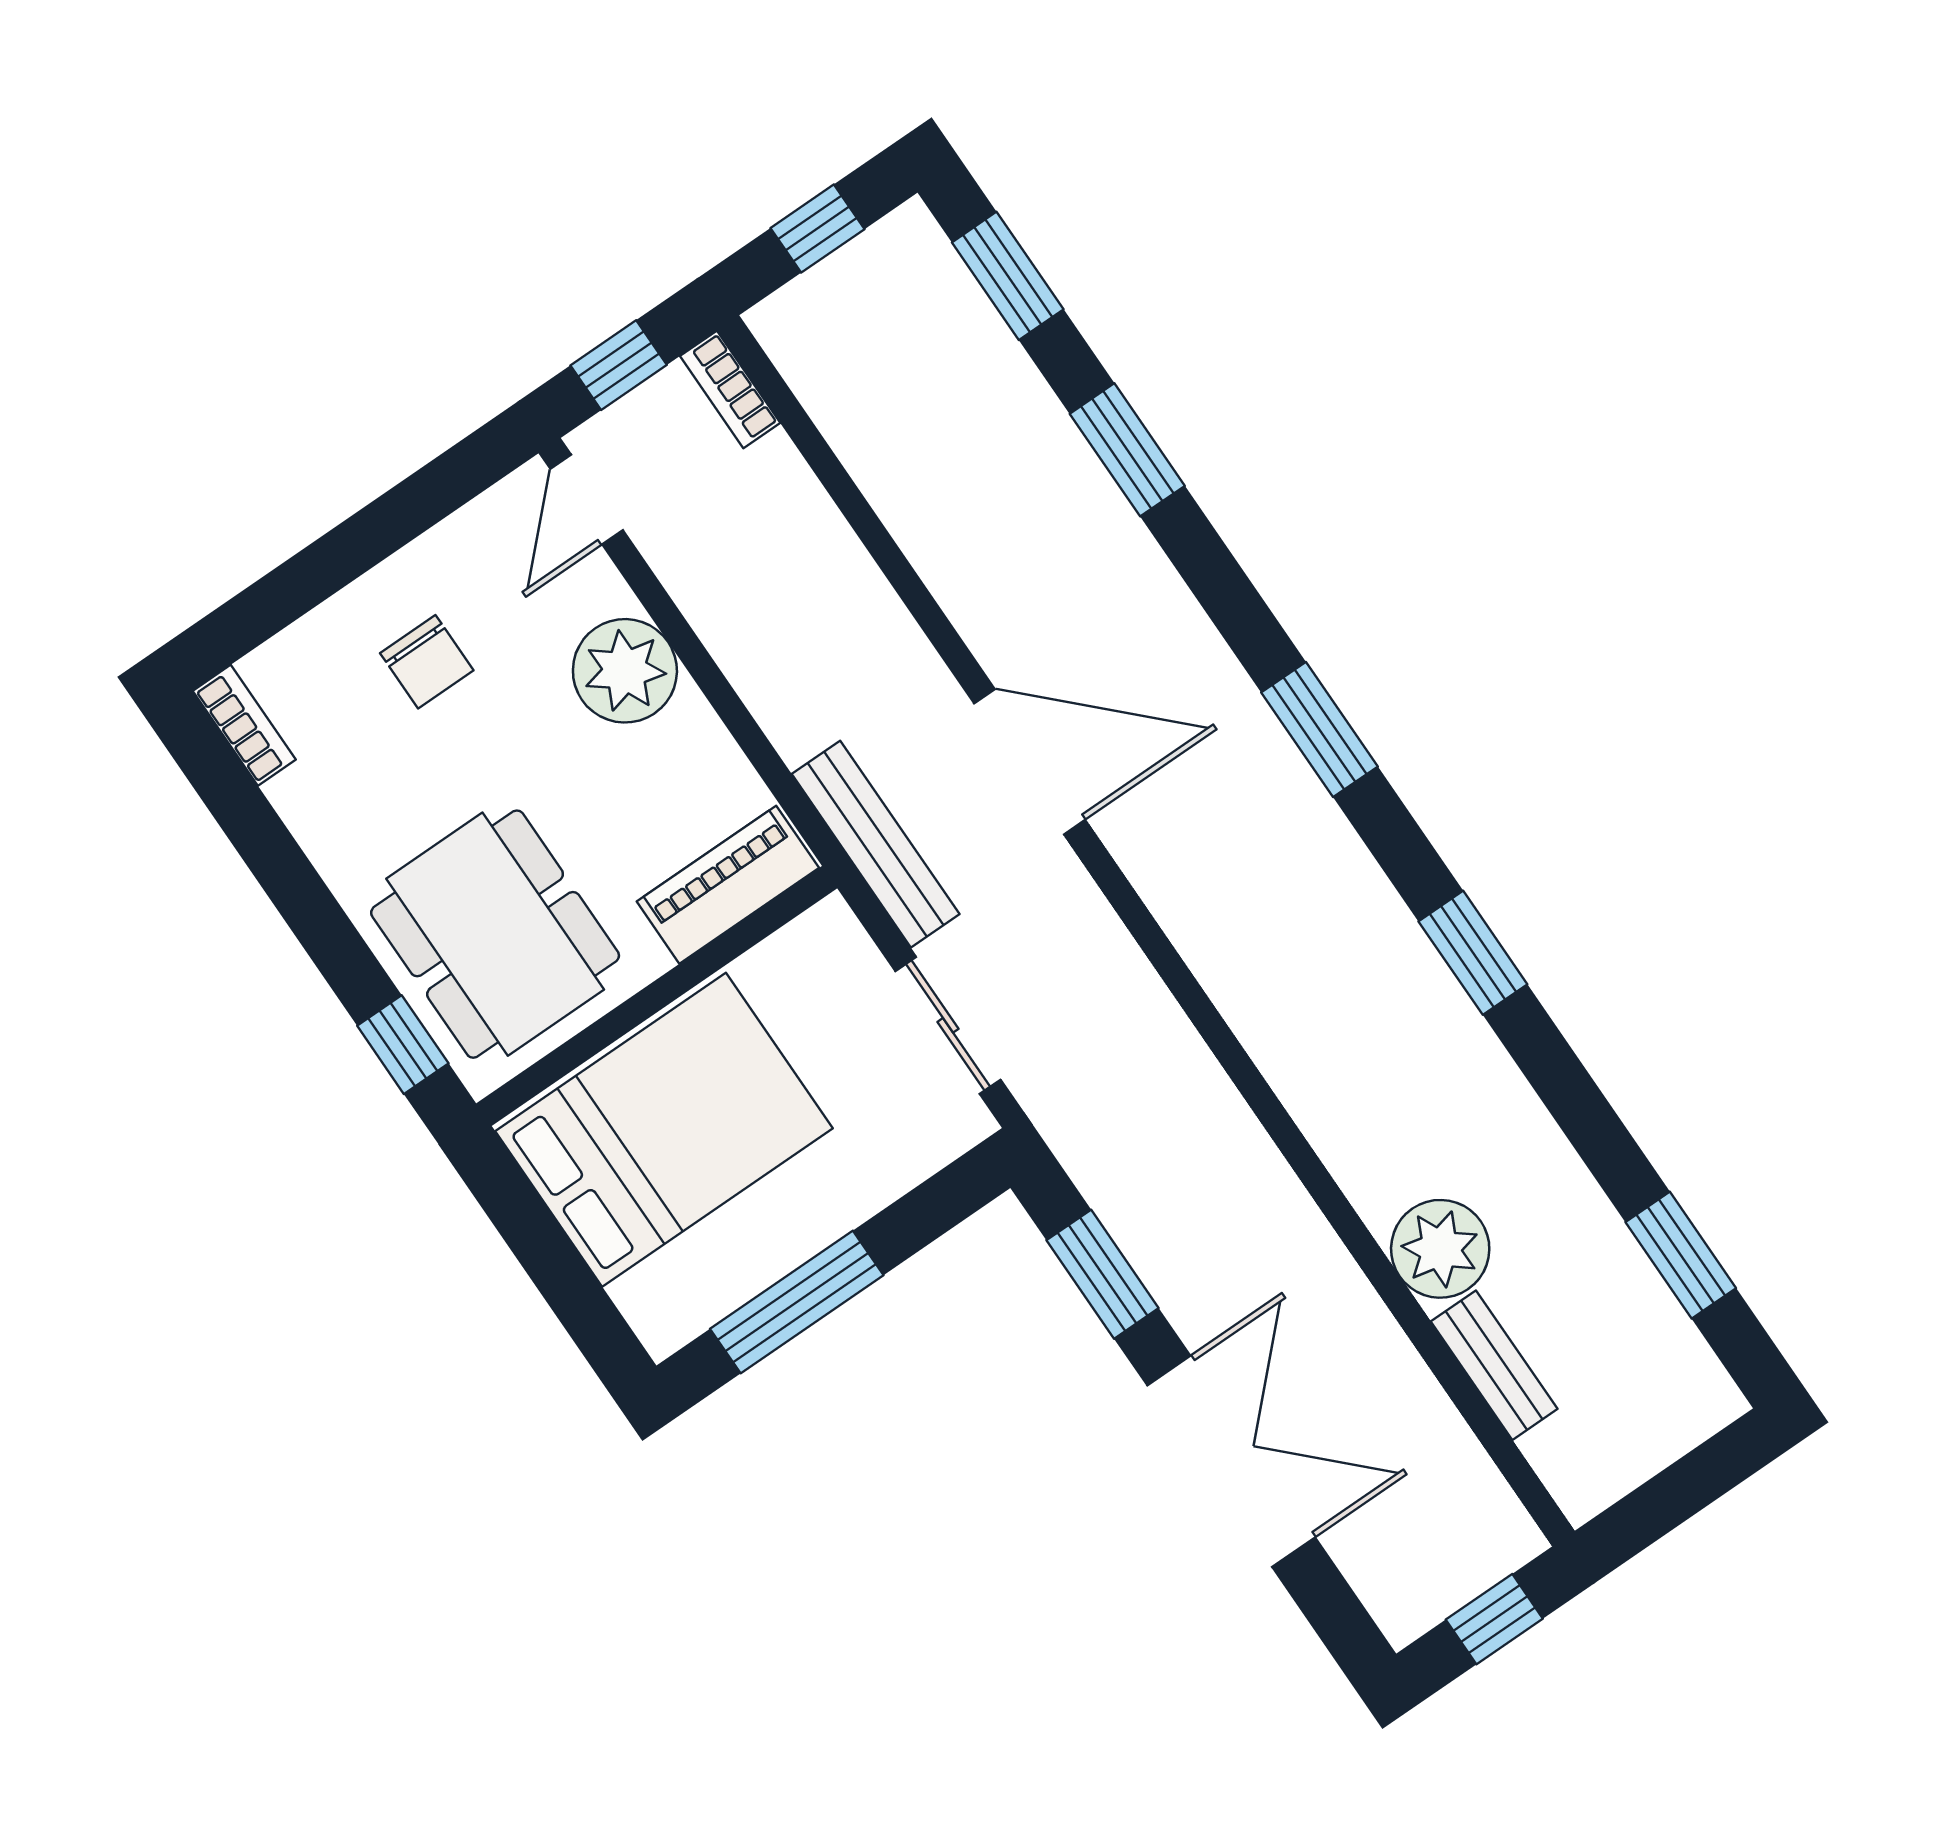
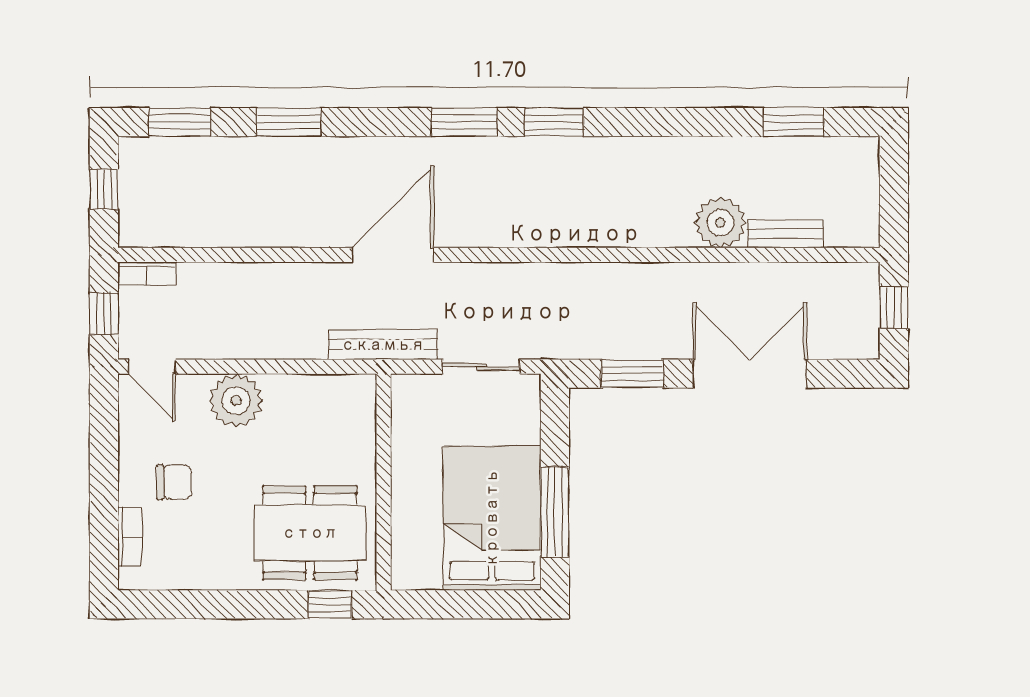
bookcase: (244, 725) -> (130, 536), moved, turned 90
piano: (728, 885) -> (357, 419), removed
window: (1473, 953) -> (554, 122), moved
bed: (664, 1130) -> (492, 518), moved

